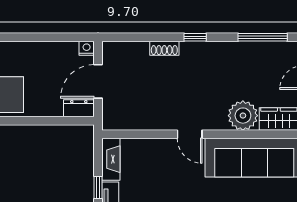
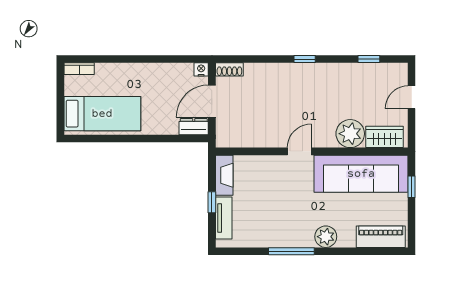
window: (263, 37) -> (369, 59), width x0.46
shoe rack: (164, 48) -> (229, 69), moved
door: (190, 134) -> (299, 151), swing flipped

